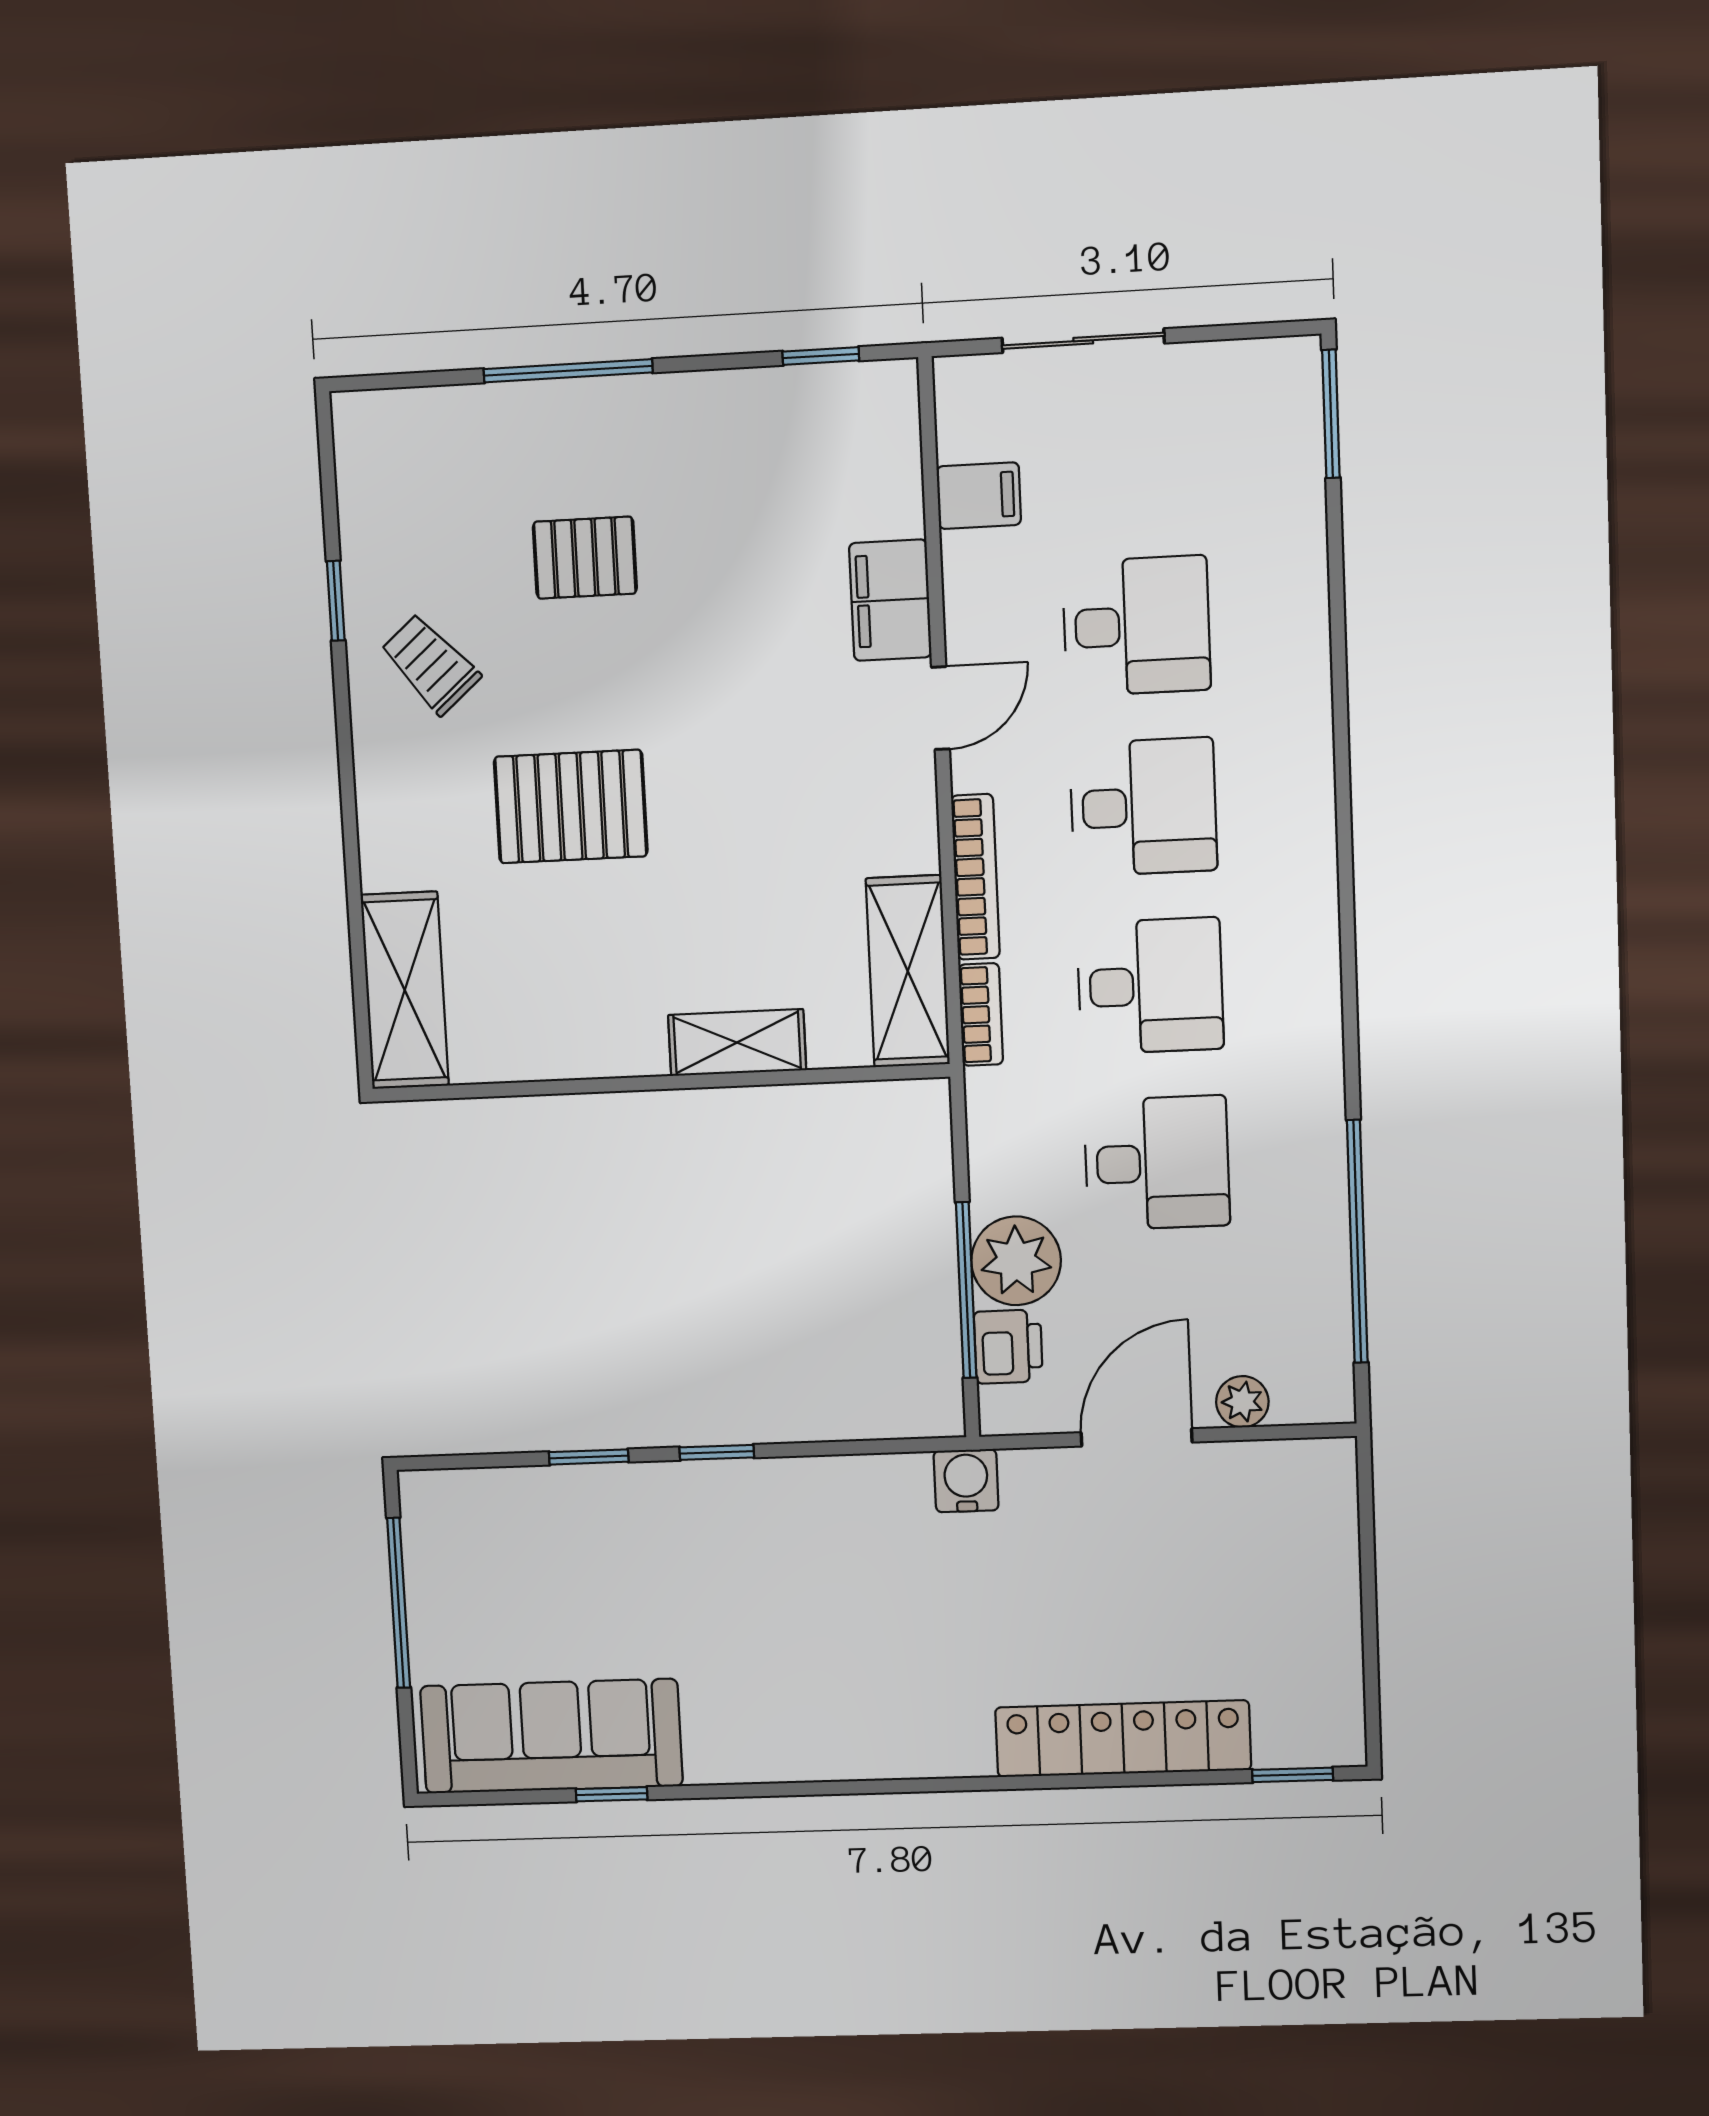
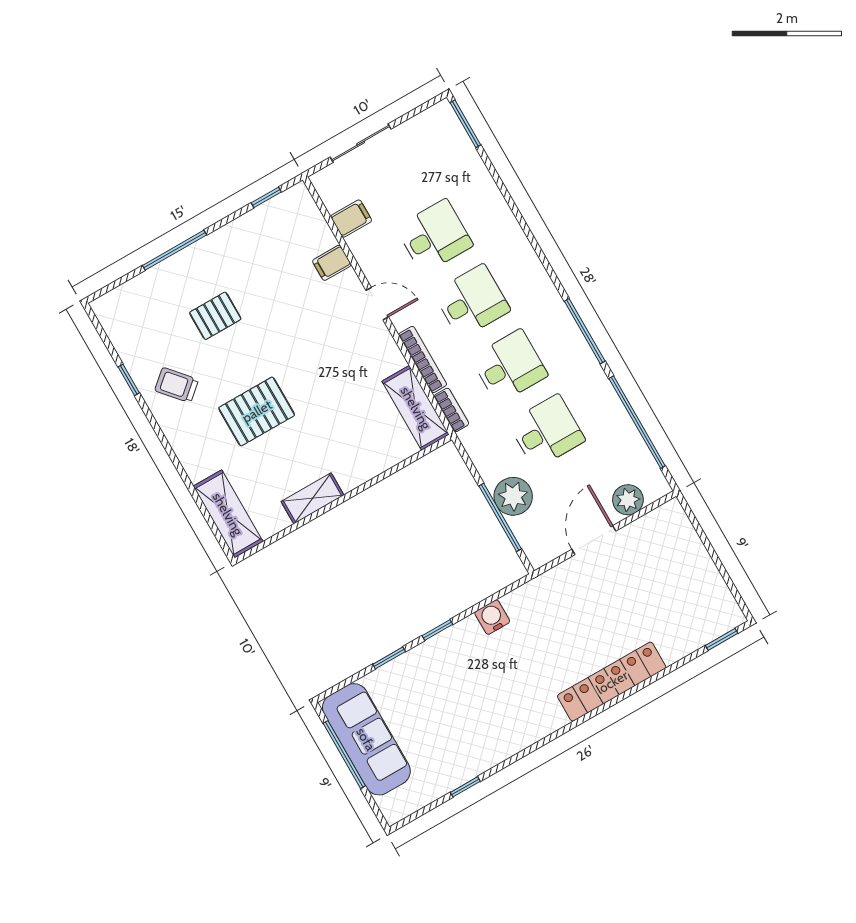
filing cabinet: (890, 600) -> (332, 263), width x0.50
door: (940, 708) -> (377, 304), hinge flipped
window: (1349, 994) -> (585, 331), added
shelving: (737, 1043) -> (313, 498), moved
printer: (1008, 1347) -> (527, 531), removed
plant: (1242, 1402) -> (628, 500), width x1.38, depth x1.38
water cooler: (966, 1481) -> (492, 617), moved
sofa: (551, 1736) -> (366, 739), moved, turned 90
locker: (1123, 1739) -> (612, 682), moved

